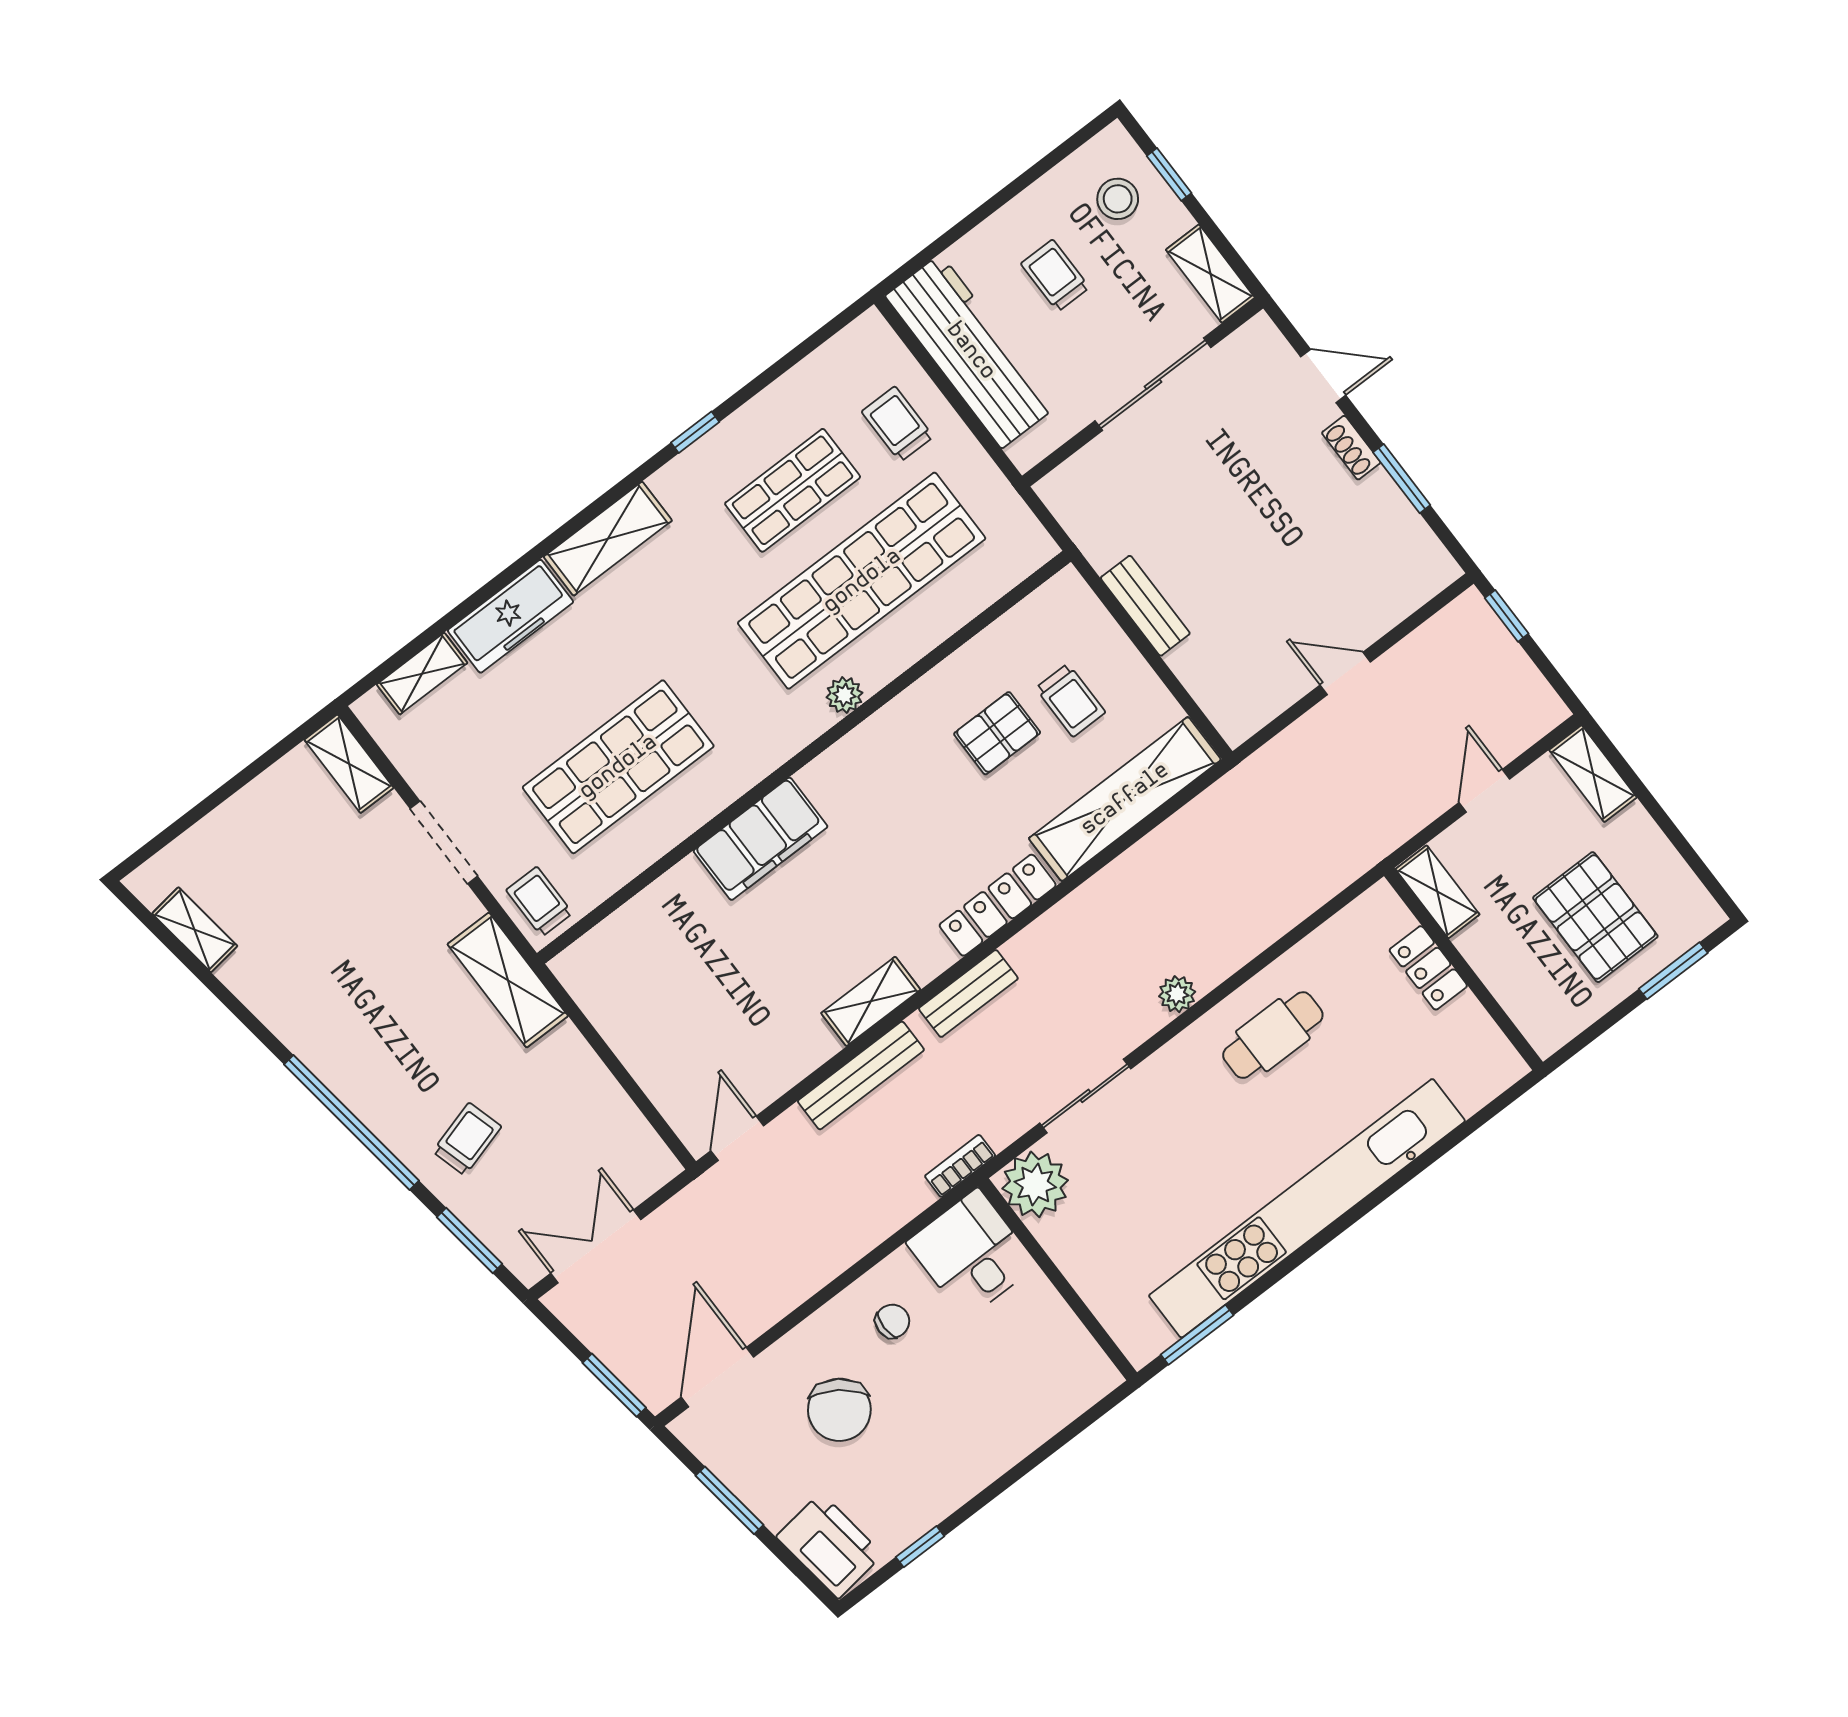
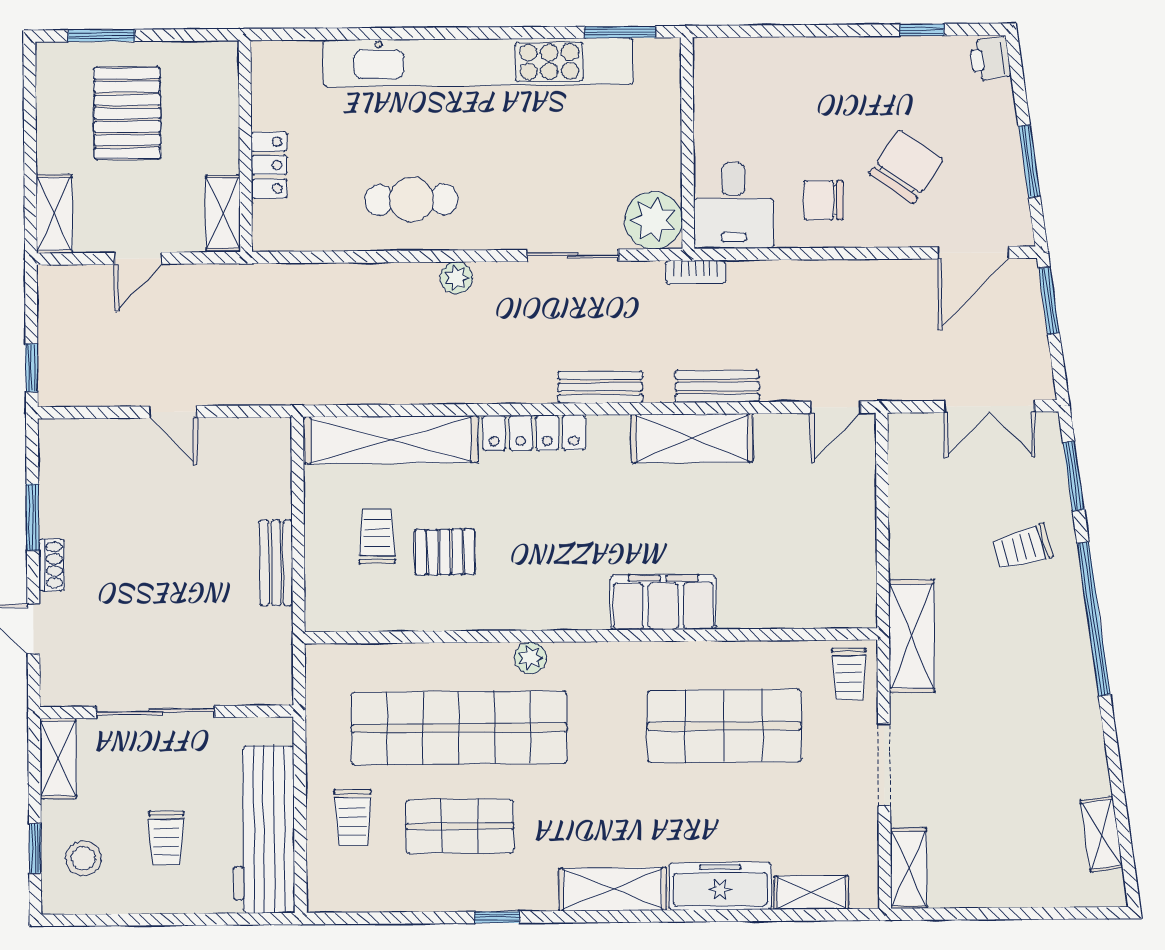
shelving: (871, 1001) -> (692, 438), width x1.50, depth x1.33
bench: (861, 1075) -> (717, 386), width x0.73
chair: (892, 1321) -> (823, 200), width x1.37, depth x1.37
printer: (829, 1546) -> (990, 59), width x0.53, depth x0.68

